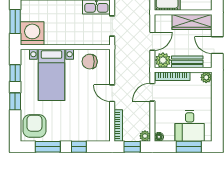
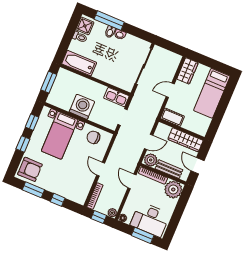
washing machine: (32, 33) -> (82, 107), moved
plant: (206, 77) -> (173, 190), width x1.88, depth x1.88
door: (152, 92) -> (132, 181), hinge flipped
armchair: (34, 126) -> (30, 169), turned 90
desk: (190, 126) -> (150, 219), width x1.37

